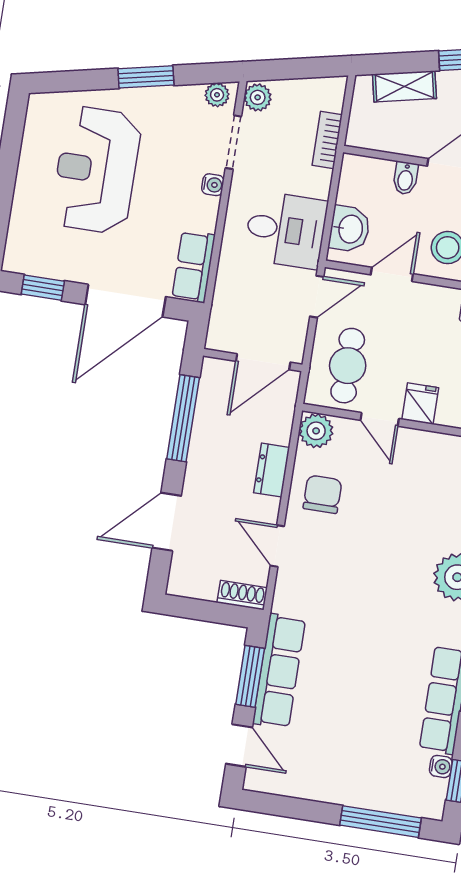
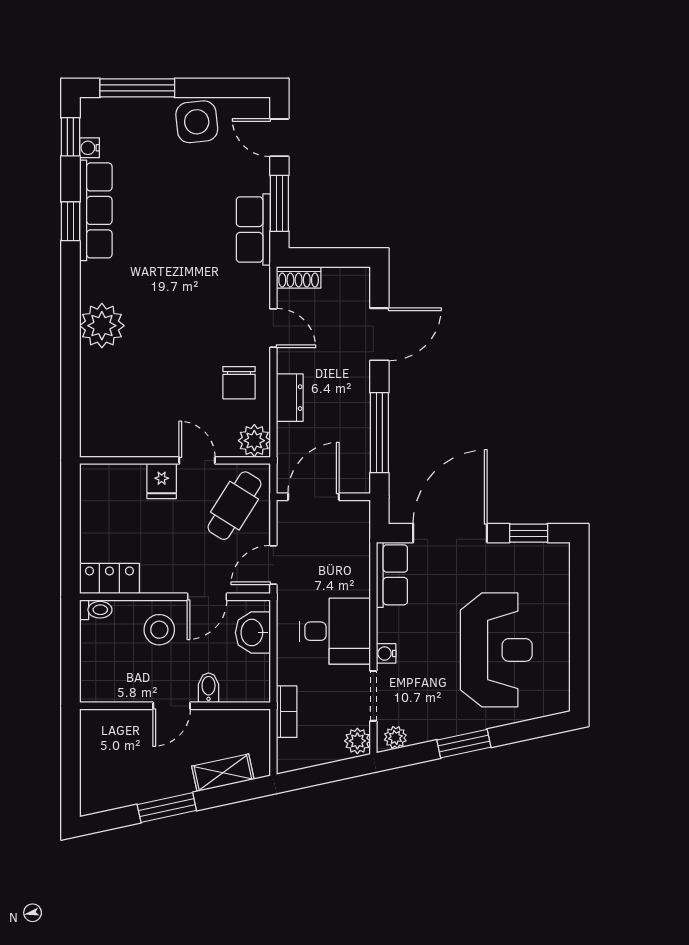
desk: (286, 230) -> (335, 631), moved, turned 180
cafe table: (348, 366) -> (235, 506), turned 32
row of seats: (279, 671) -> (253, 230), width x0.68
side table: (324, 776) -> (197, 122), added

